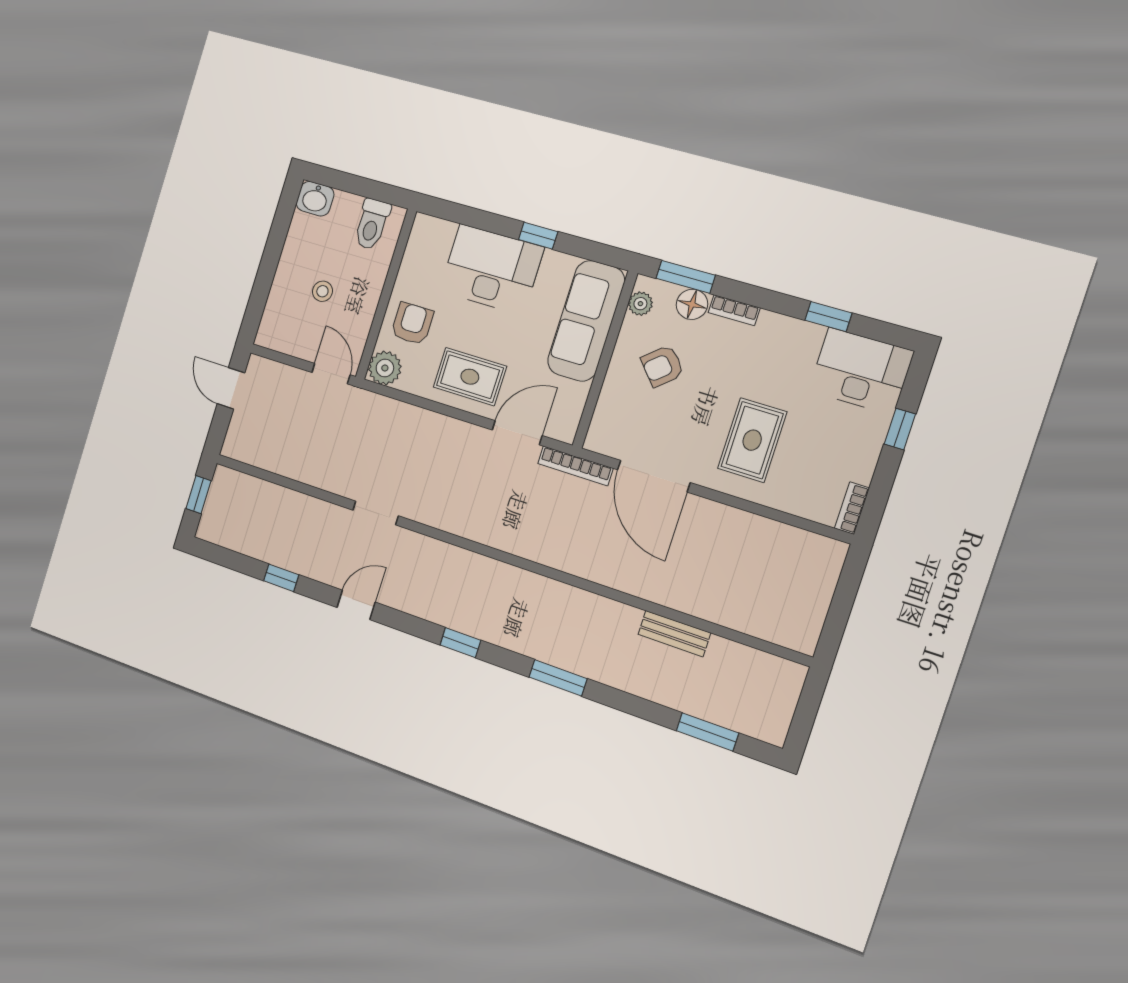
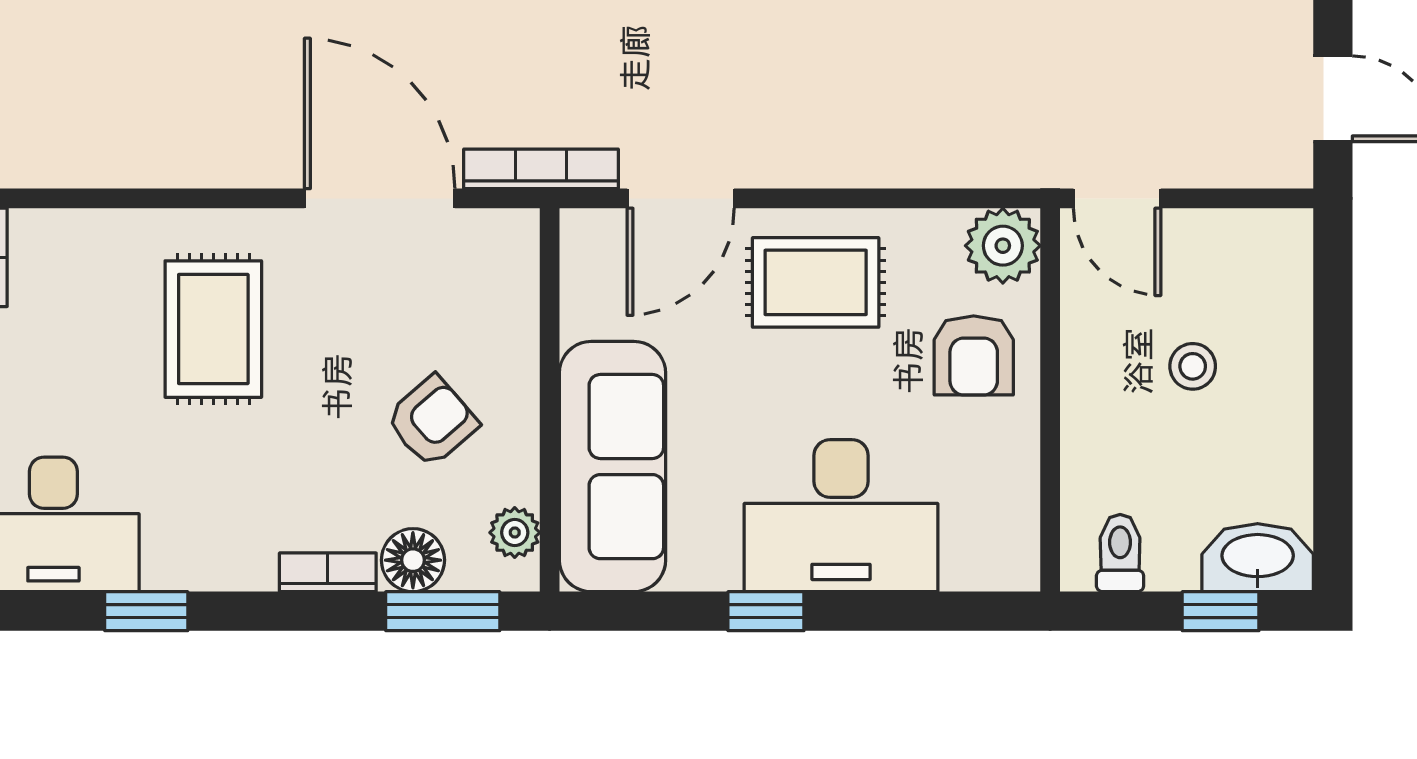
window: (344, 181) -> (1221, 611), added
washbasin: (315, 199) -> (1258, 558), width x1.38
toilet: (372, 224) -> (1120, 553), width x0.73, depth x0.72

